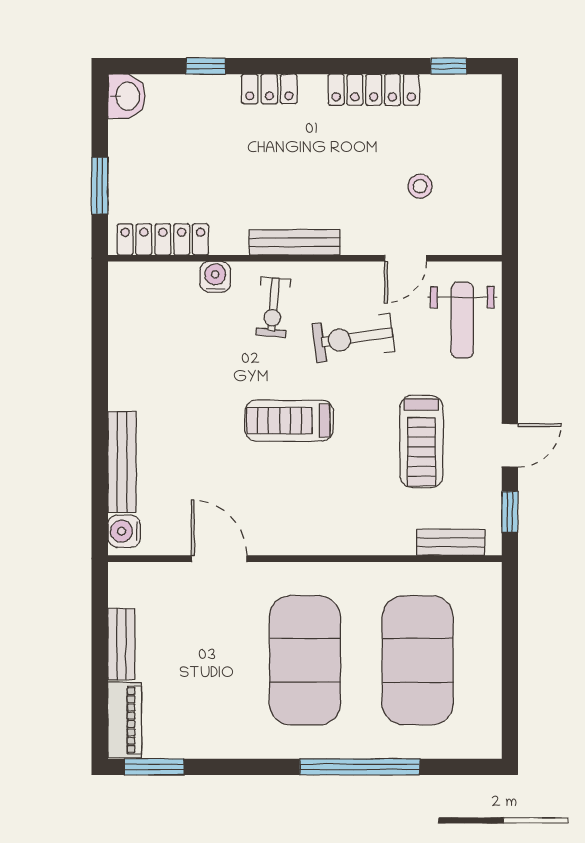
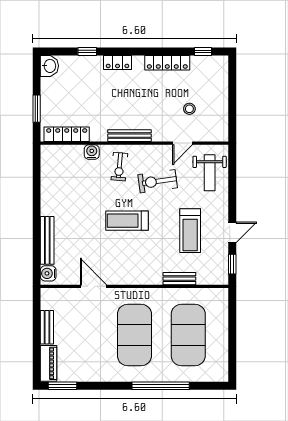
bench: (451, 542) -> (179, 279), moved

